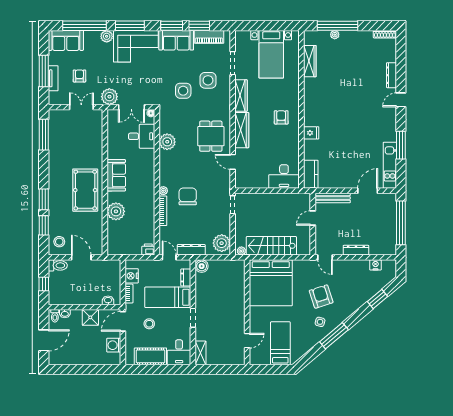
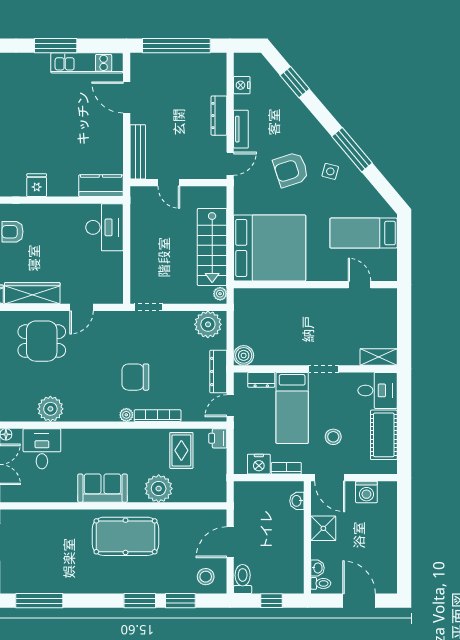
rug: (140, 226) -> (181, 450), added
tv unit: (347, 264) -> (241, 129), added

